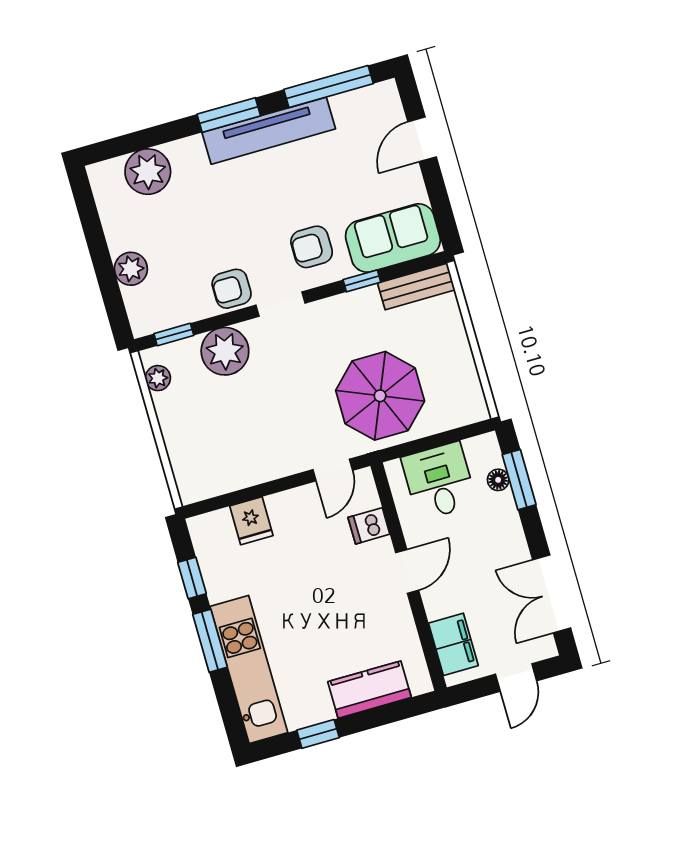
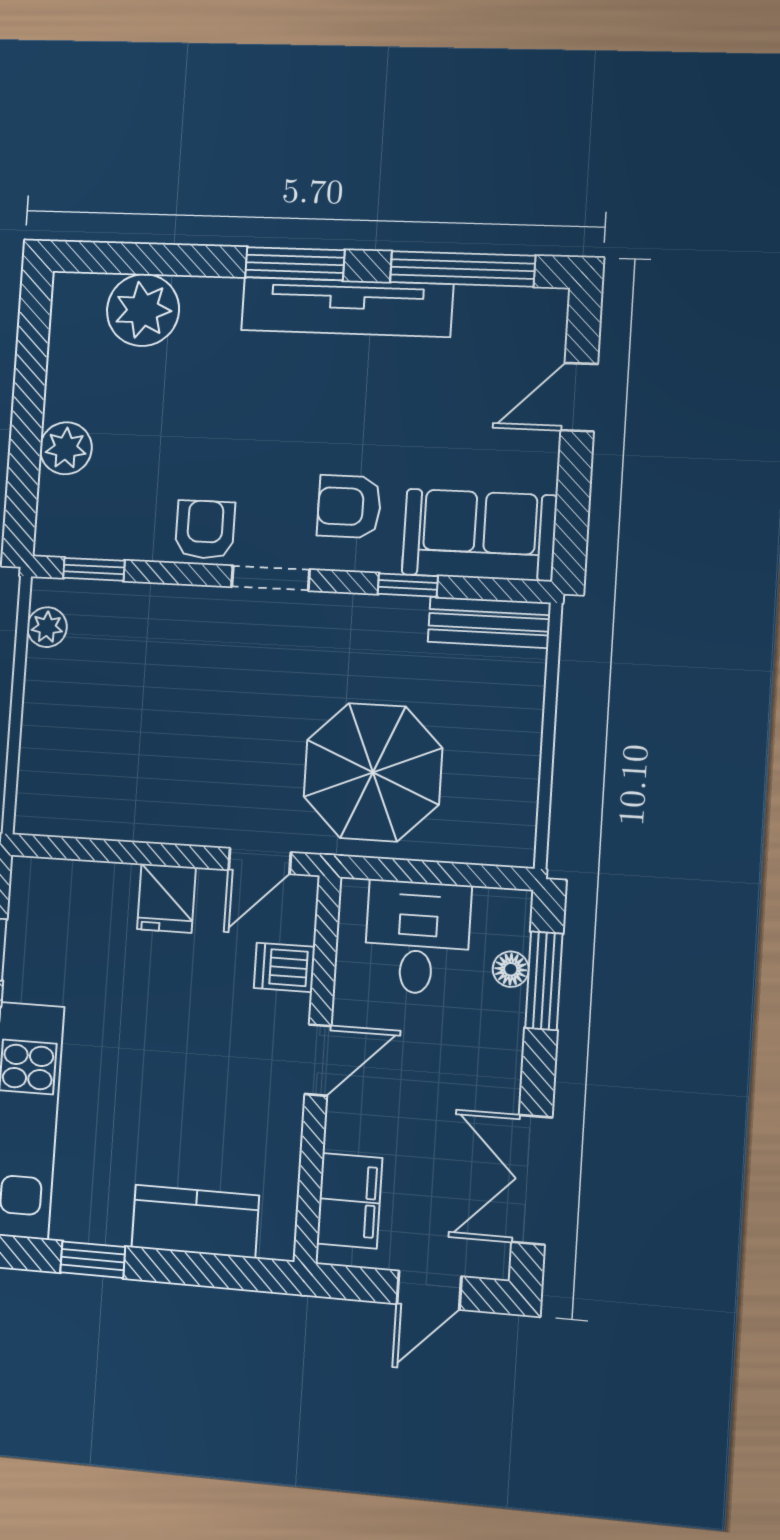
armchair: (232, 289) -> (205, 530), turned 90
plant: (225, 351) -> (161, 621), removed
fridge: (251, 521) -> (166, 898), moved

